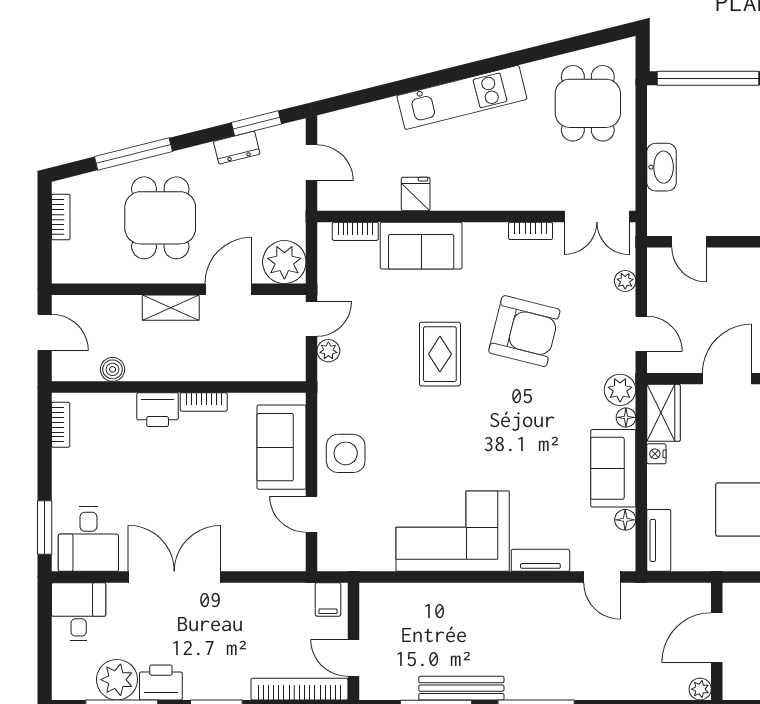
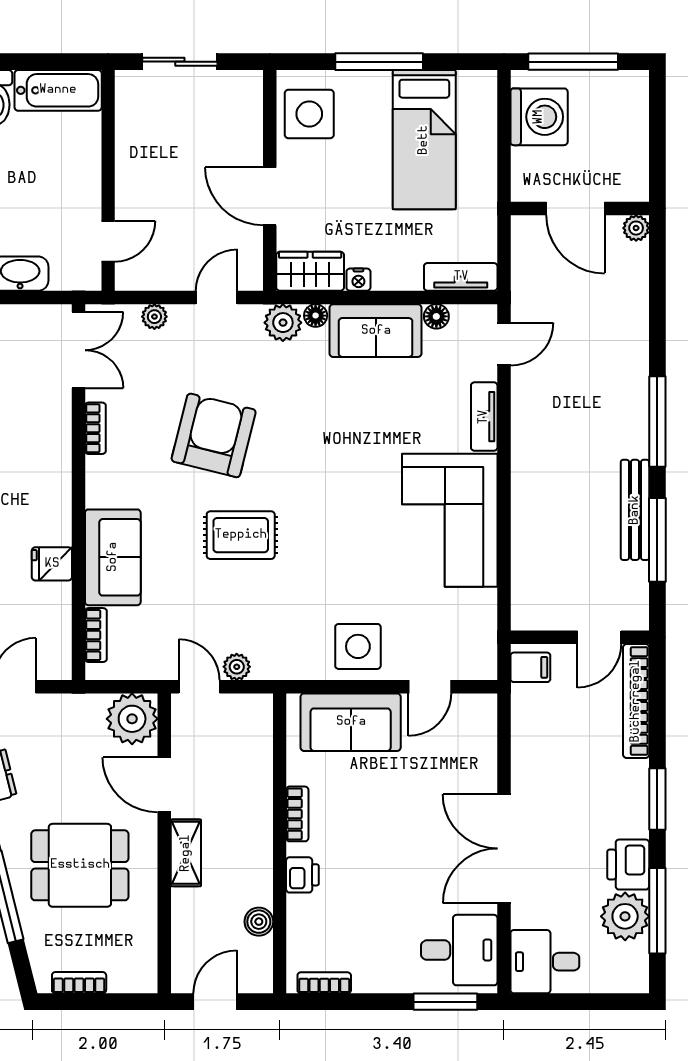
printer: (158, 410) -> (302, 875), width x0.73, depth x0.81

